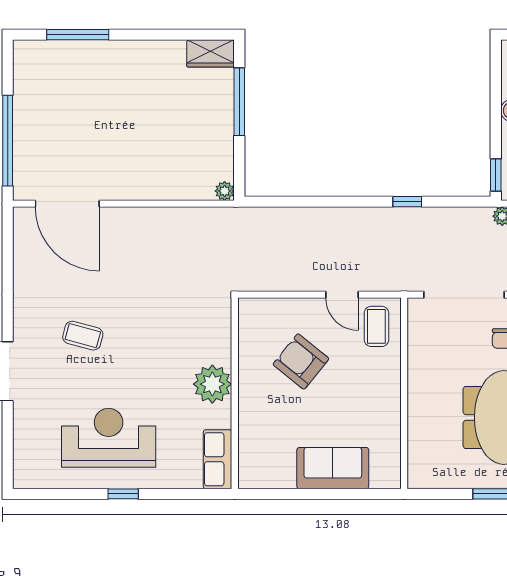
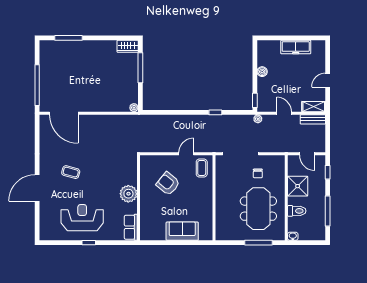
door: (342, 295) -> (186, 154), swing flipped

